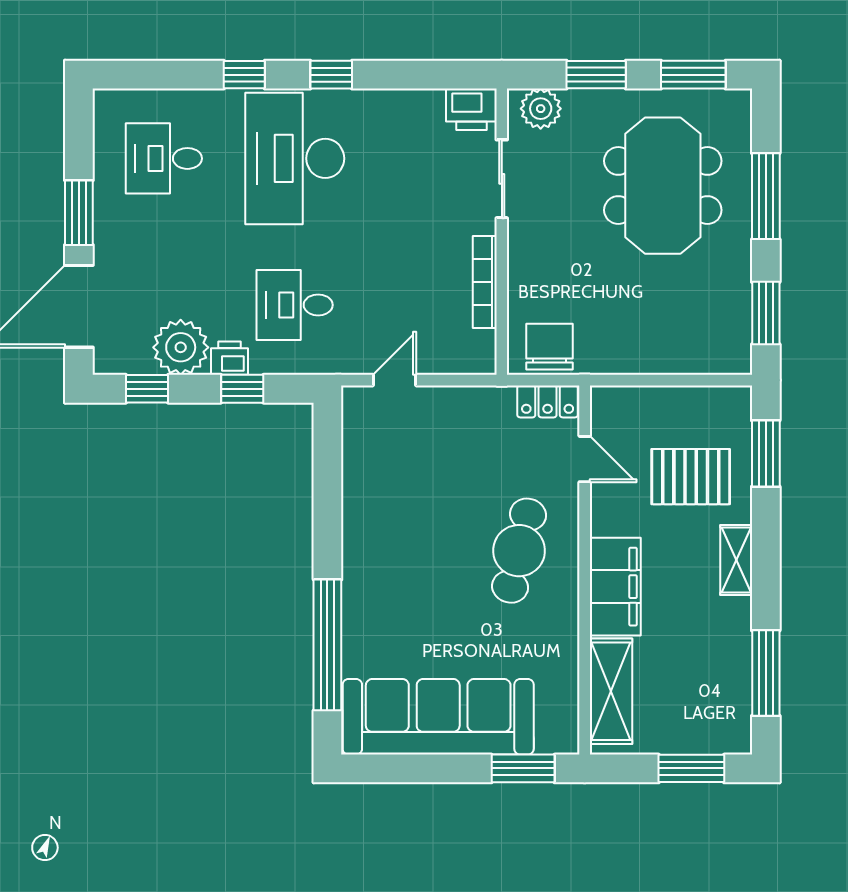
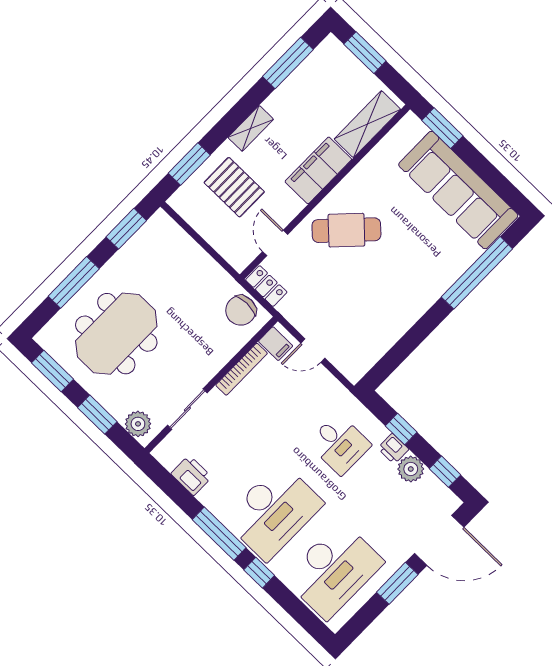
window: (331, 75) -> (219, 534), width x2.17
printer: (471, 109) -> (191, 475), moved
desk: (164, 158) -> (334, 570), width x1.87, depth x1.30
plant: (181, 347) -> (411, 469), width x0.73, depth x0.73
filing cabinet: (475, 347) -> (276, 344), added
door: (394, 380) -> (313, 351), moved
cafe table: (519, 551) -> (346, 230), turned 30

